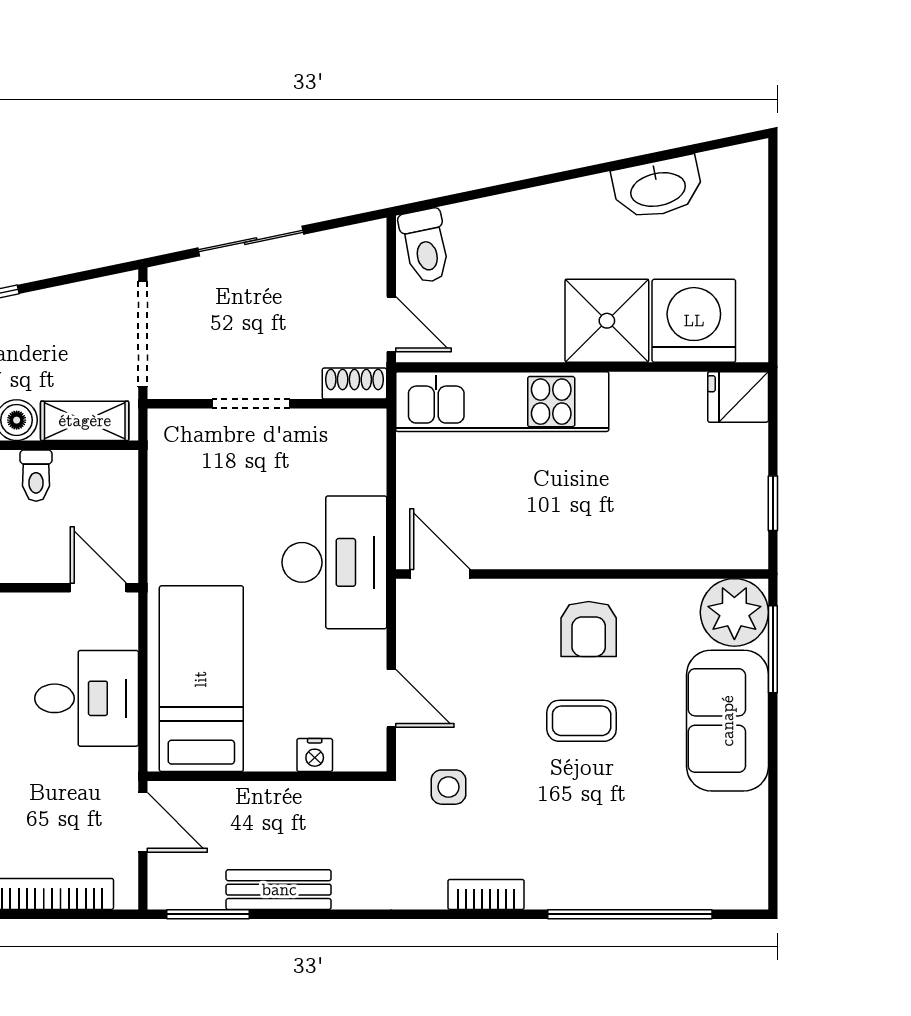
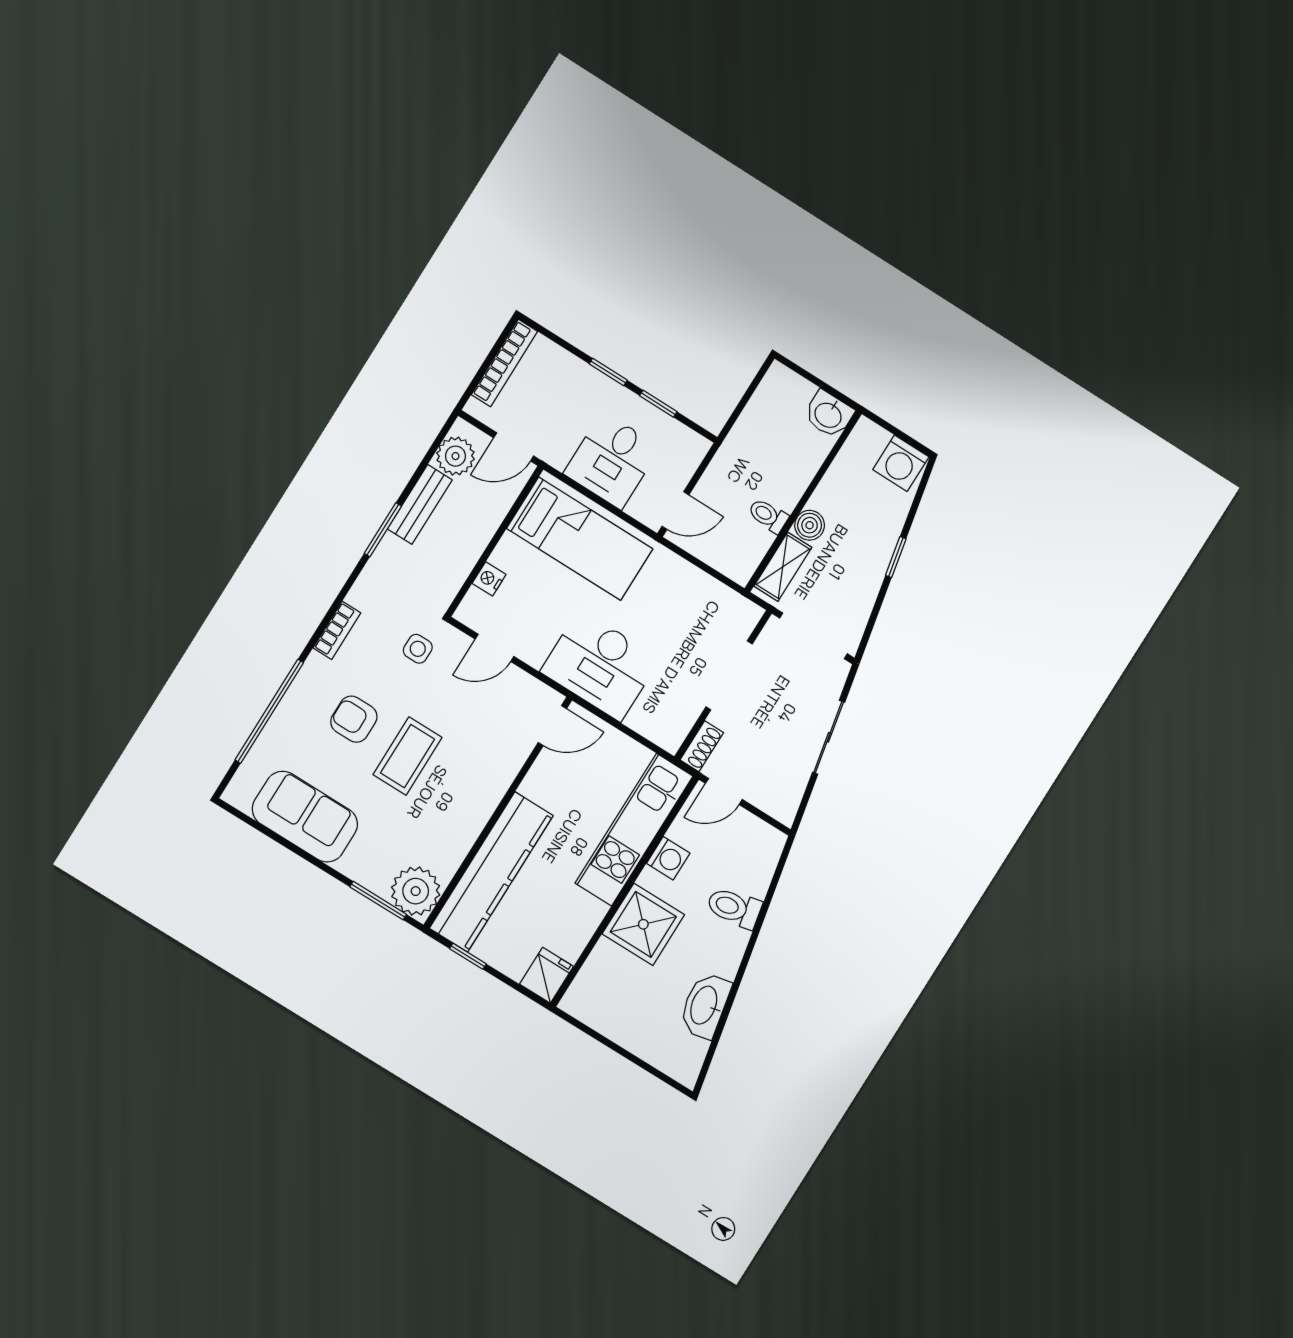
toilet: (425, 246) -> (734, 908), moved
washing machine: (694, 321) -> (668, 858), moved, width x0.53, depth x0.53
doorway: (251, 404) -> (729, 675), width x1.38
kitchen counter: (657, 538) -> (491, 872), added
armchair: (589, 629) -> (354, 719), moved
coffee table: (582, 721) -> (408, 756), width x1.36, depth x1.30
sofa: (728, 721) -> (305, 817), moved
plant: (196, 883) -> (455, 456), added
window: (208, 914) -> (383, 530), moved

